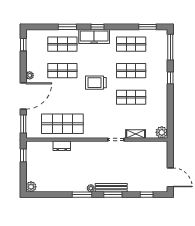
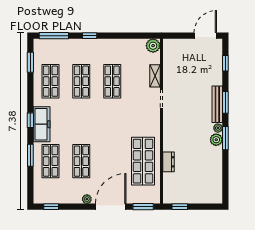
trolley: (96, 83) -> (95, 122), removed
door: (23, 96) -> (111, 207), hinge flipped
plant: (31, 187) -> (216, 140), moved

